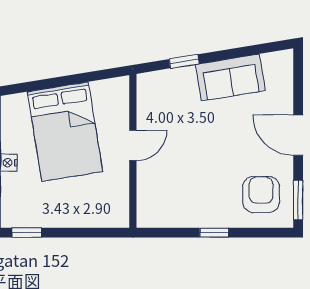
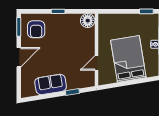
door: (298, 135) -> (19, 57), hinge flipped
door: (133, 145) -> (96, 63), moved
floor lamp: (151, 213) -> (88, 21), added

